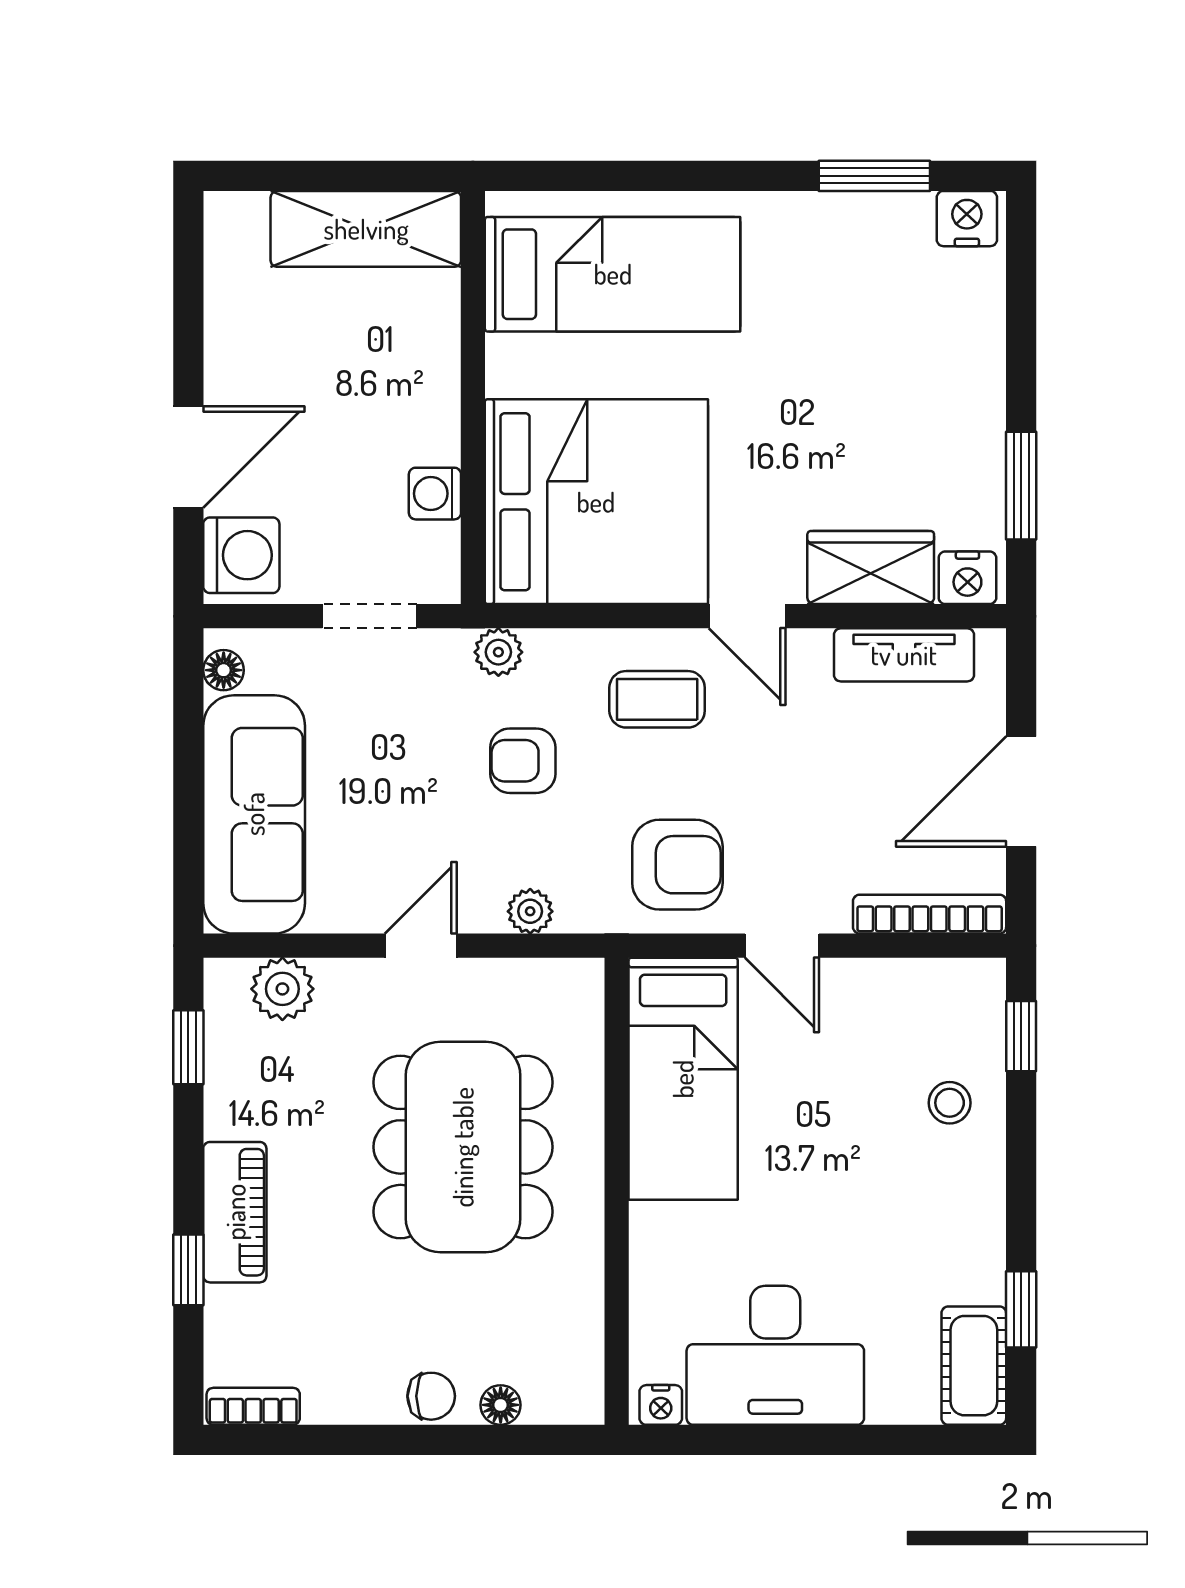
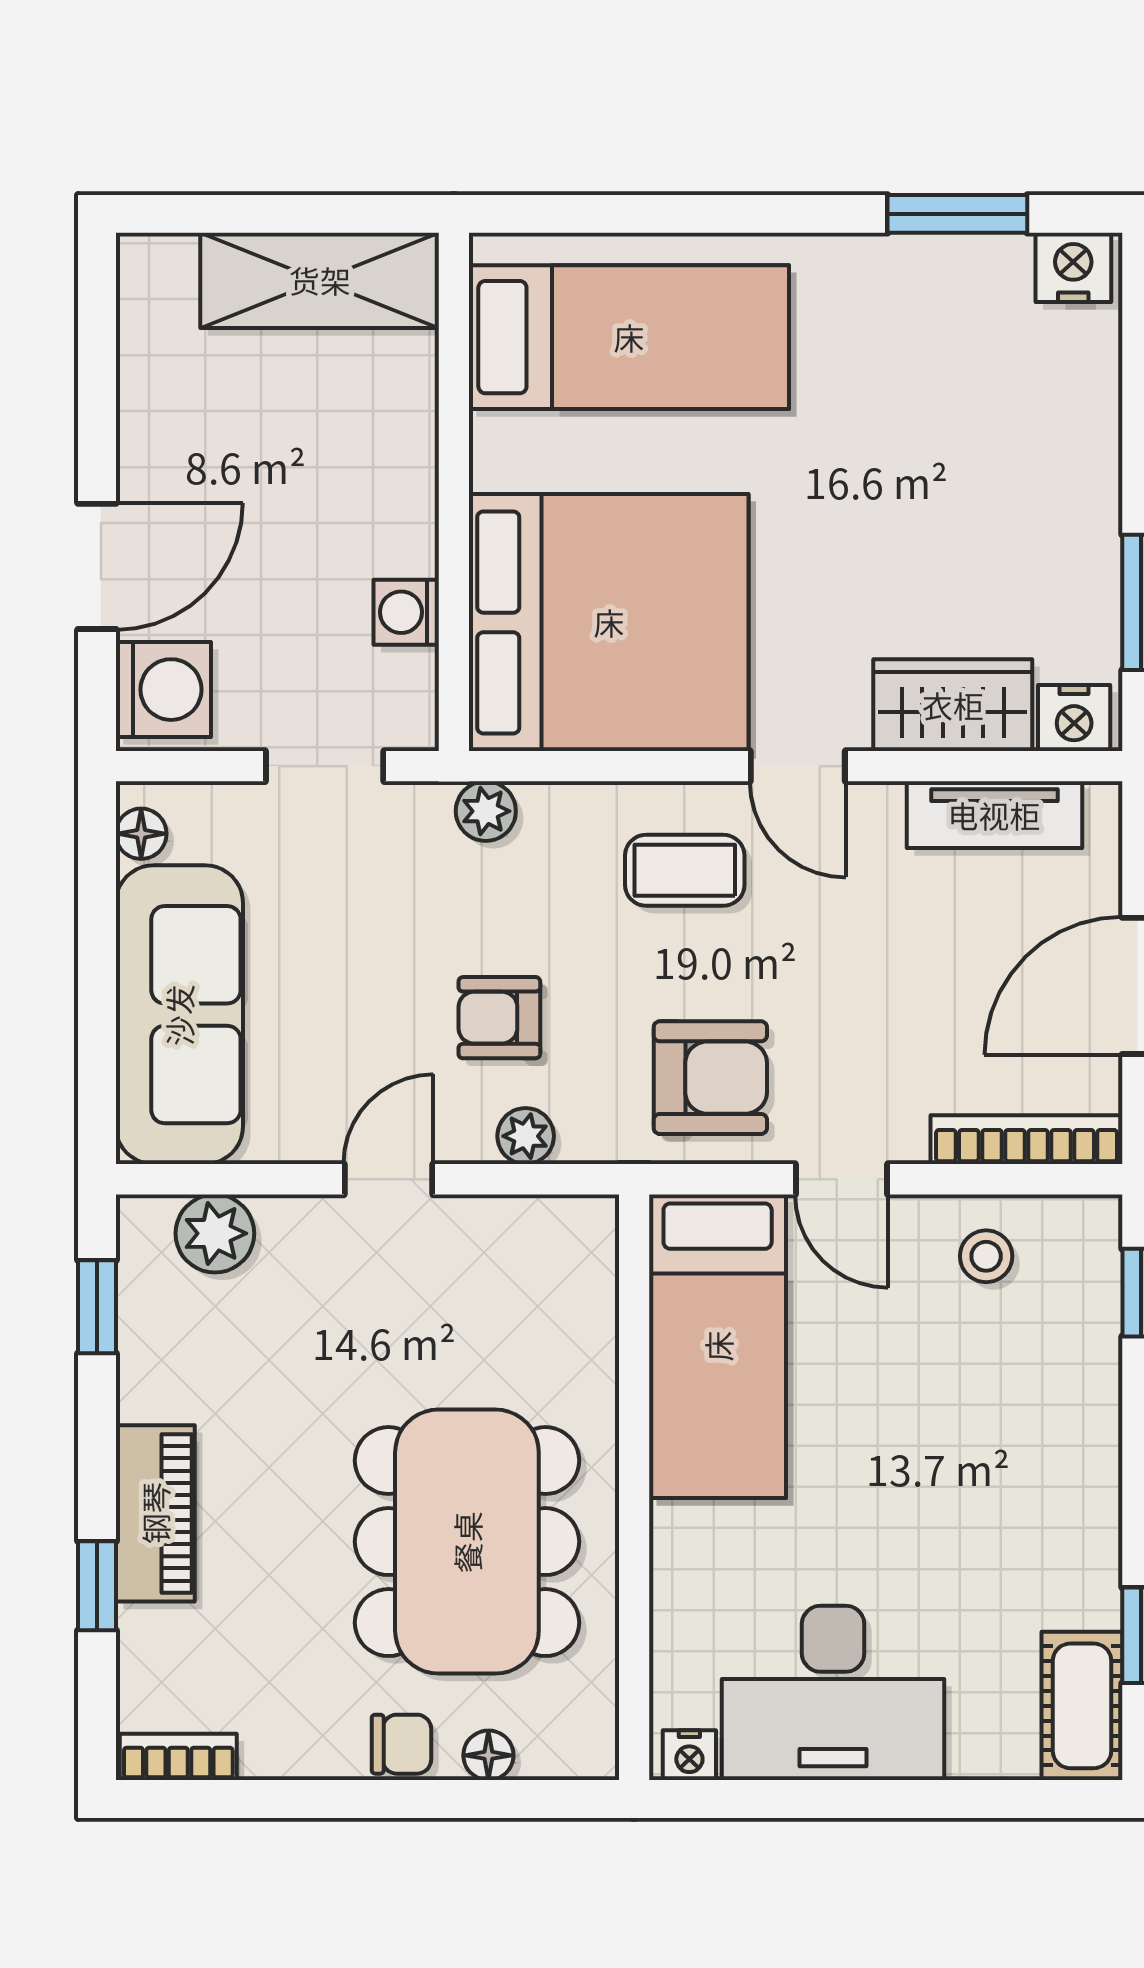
armchair: (523, 761) -> (499, 1018), moved
stool: (950, 1103) -> (986, 1256), moved
dining table: (463, 1147) -> (467, 1542), moved

